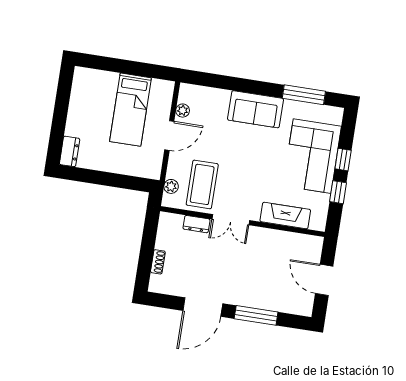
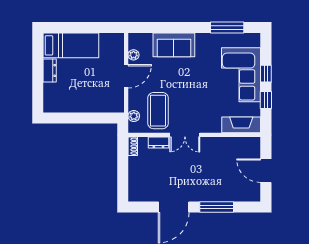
sofa: (256, 109) -> (174, 45), moved
bed: (130, 110) -> (71, 45), moved, turned -90
dresser: (70, 151) -> (50, 70), moved
fireplace: (285, 216) -> (241, 125), moved
shoe rack: (158, 262) -> (133, 146), moved

